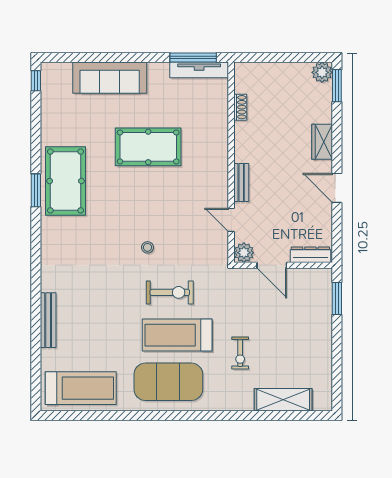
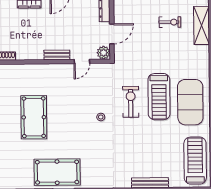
exercise bike: (240, 353) -> (170, 22), moved

